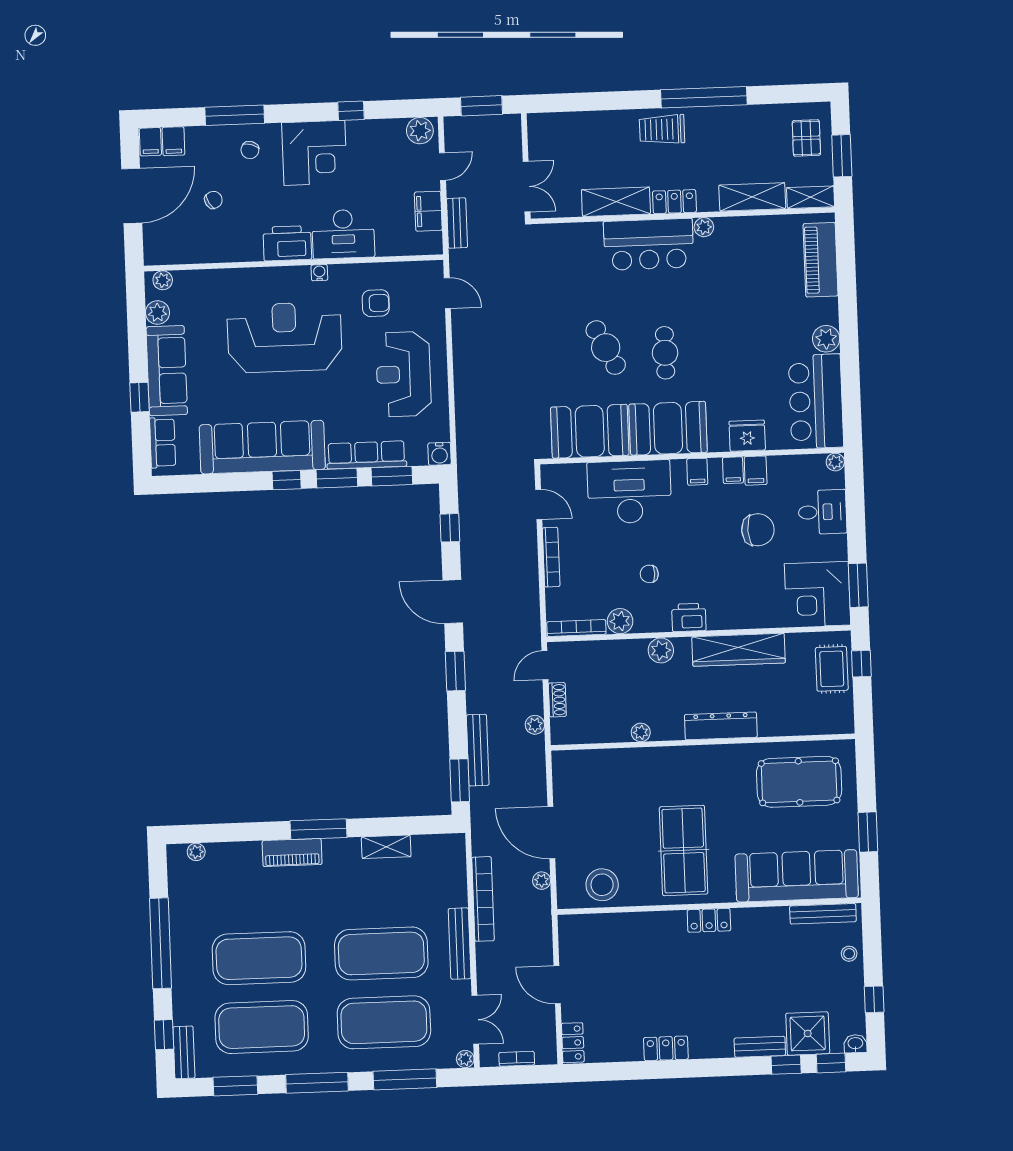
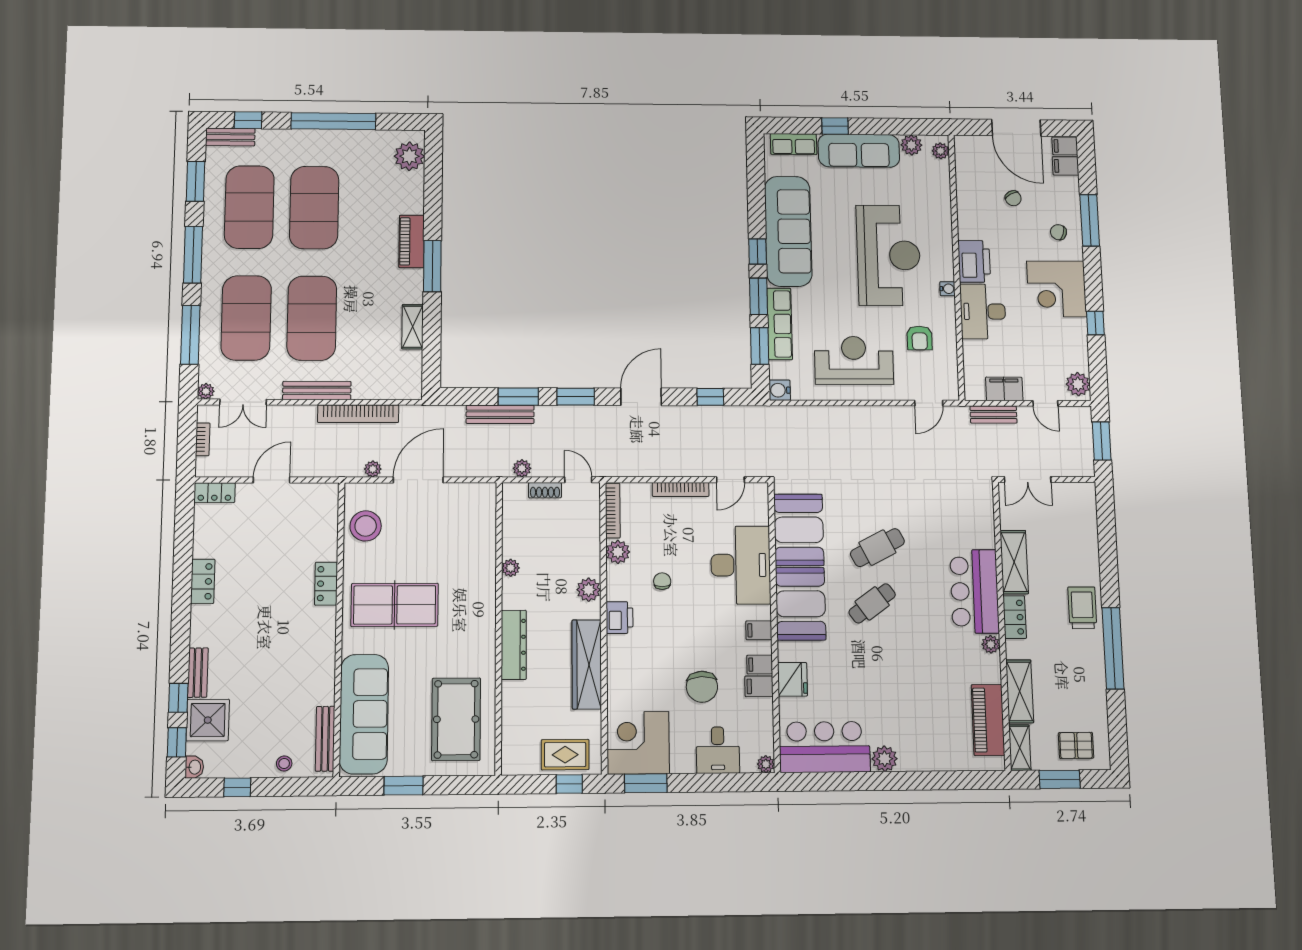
piano: (821, 260) -> (988, 720), moved, turned -90
cafe table: (665, 353) -> (872, 603), turned -36
window: (460, 780) -> (518, 397), moved
plant: (196, 852) -> (409, 156), width x1.88, depth x1.88
locker: (709, 920) -> (326, 584), moved

